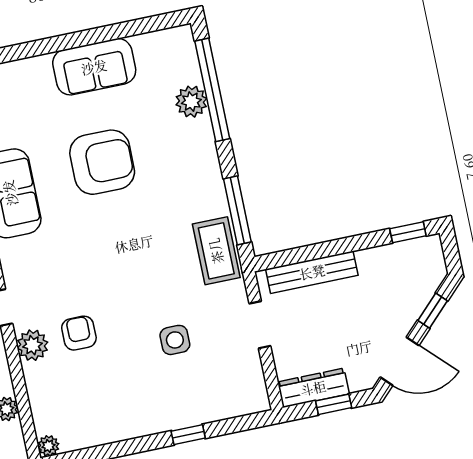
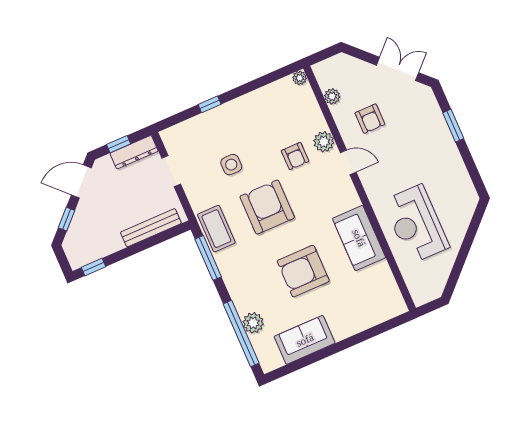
sofa: (94, 67) -> (305, 340), moved
armchair: (135, 267) -> (267, 207), added
doorway: (260, 325) -> (171, 171), moved

